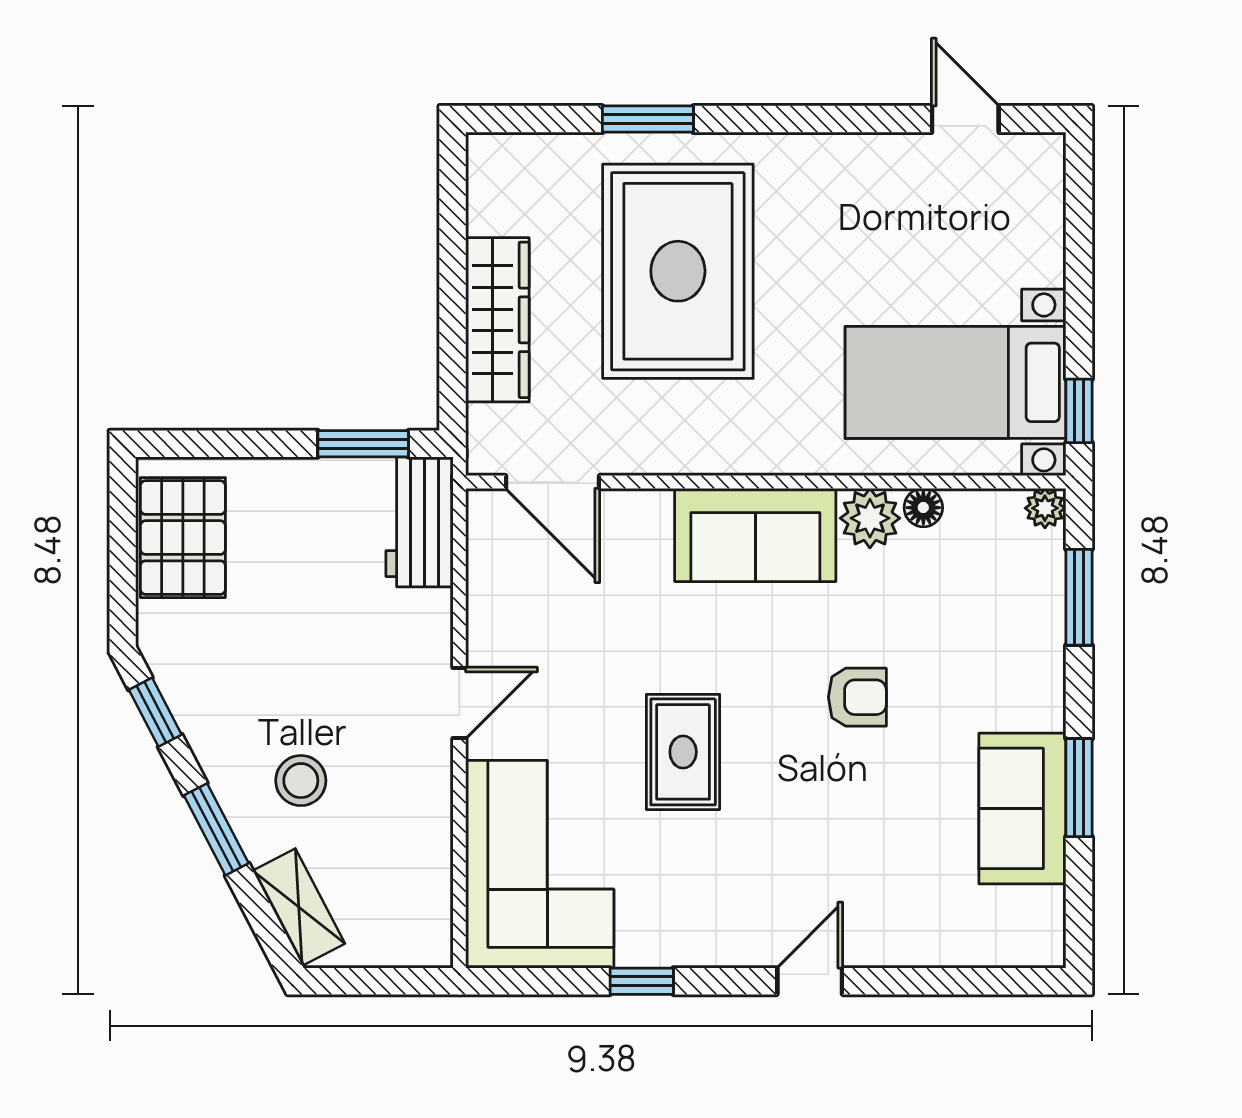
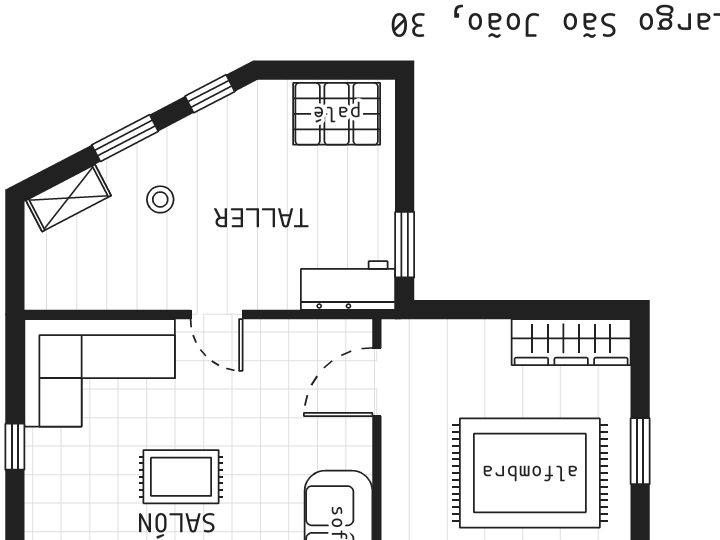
wardrobe: (497, 320) -> (571, 342), moved
stool: (301, 781) -> (160, 199), width x0.73, depth x0.73

